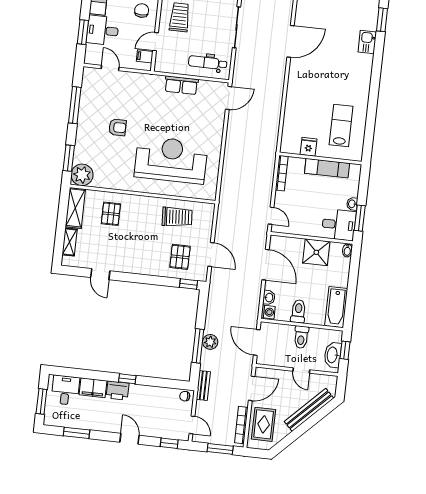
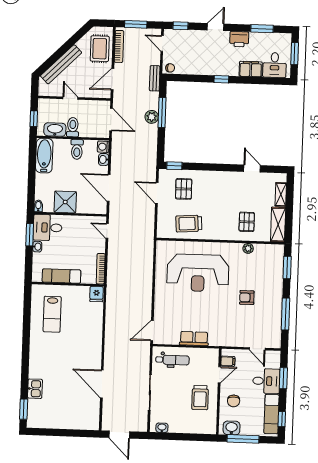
door: (291, 41) -> (102, 384), hinge flipped
fridge: (309, 147) -> (96, 294), moved
plant: (82, 175) -> (248, 248), moved, width x0.53, depth x0.53
washbasin: (333, 355) -> (55, 130), moved, turned -90
printer: (118, 391) -> (239, 39), moved, turned 180
door: (129, 439) -> (215, 27), swing flipped

